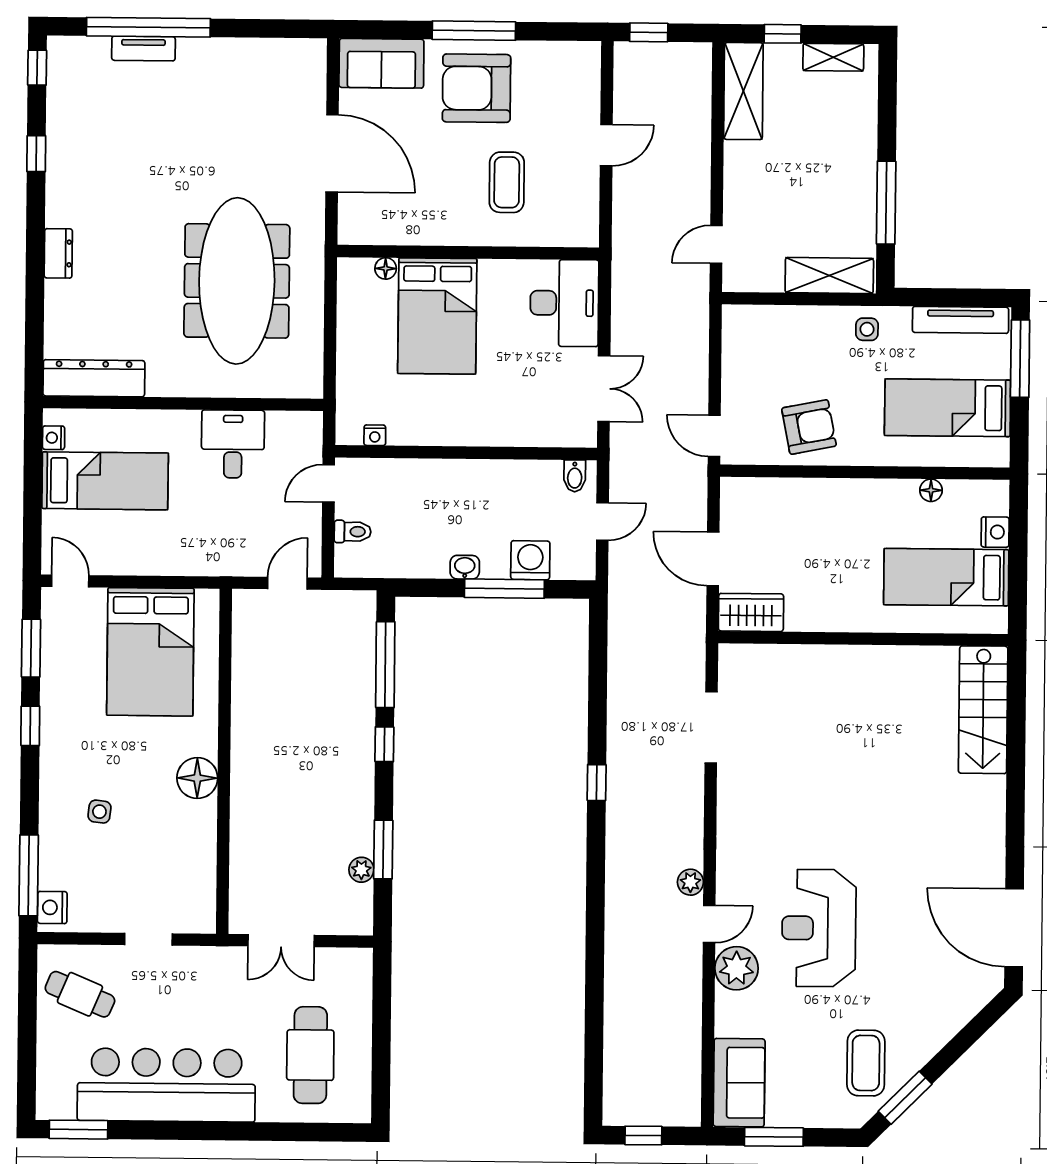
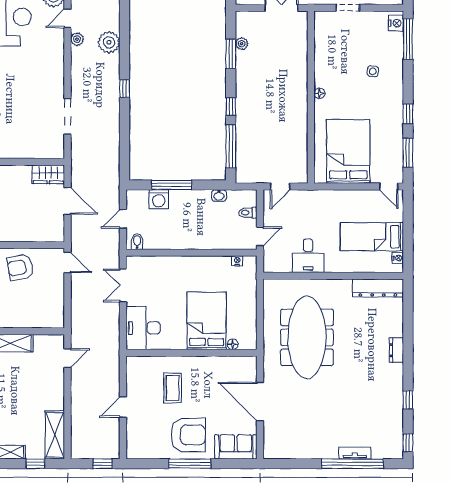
washbasin: (465, 567) -> (219, 195), moved
floor lamp: (197, 778) -> (319, 93), width x0.53, depth x0.53
plant: (627, 875) -> (109, 42), added

